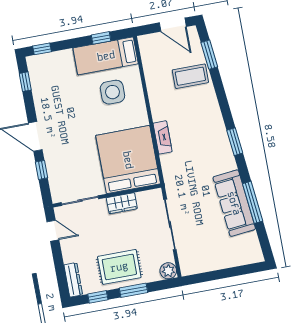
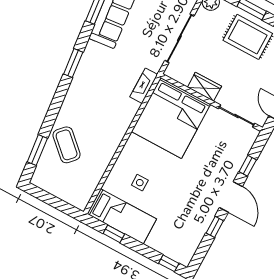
door: (173, 25) -> (47, 198), removed
coffee table: (190, 76) -> (67, 145), turned 43
window: (25, 82) -> (215, 227), moved
side table: (112, 92) -> (140, 183), width x0.54, depth x0.54
fireplace: (163, 137) -> (144, 86), moved

